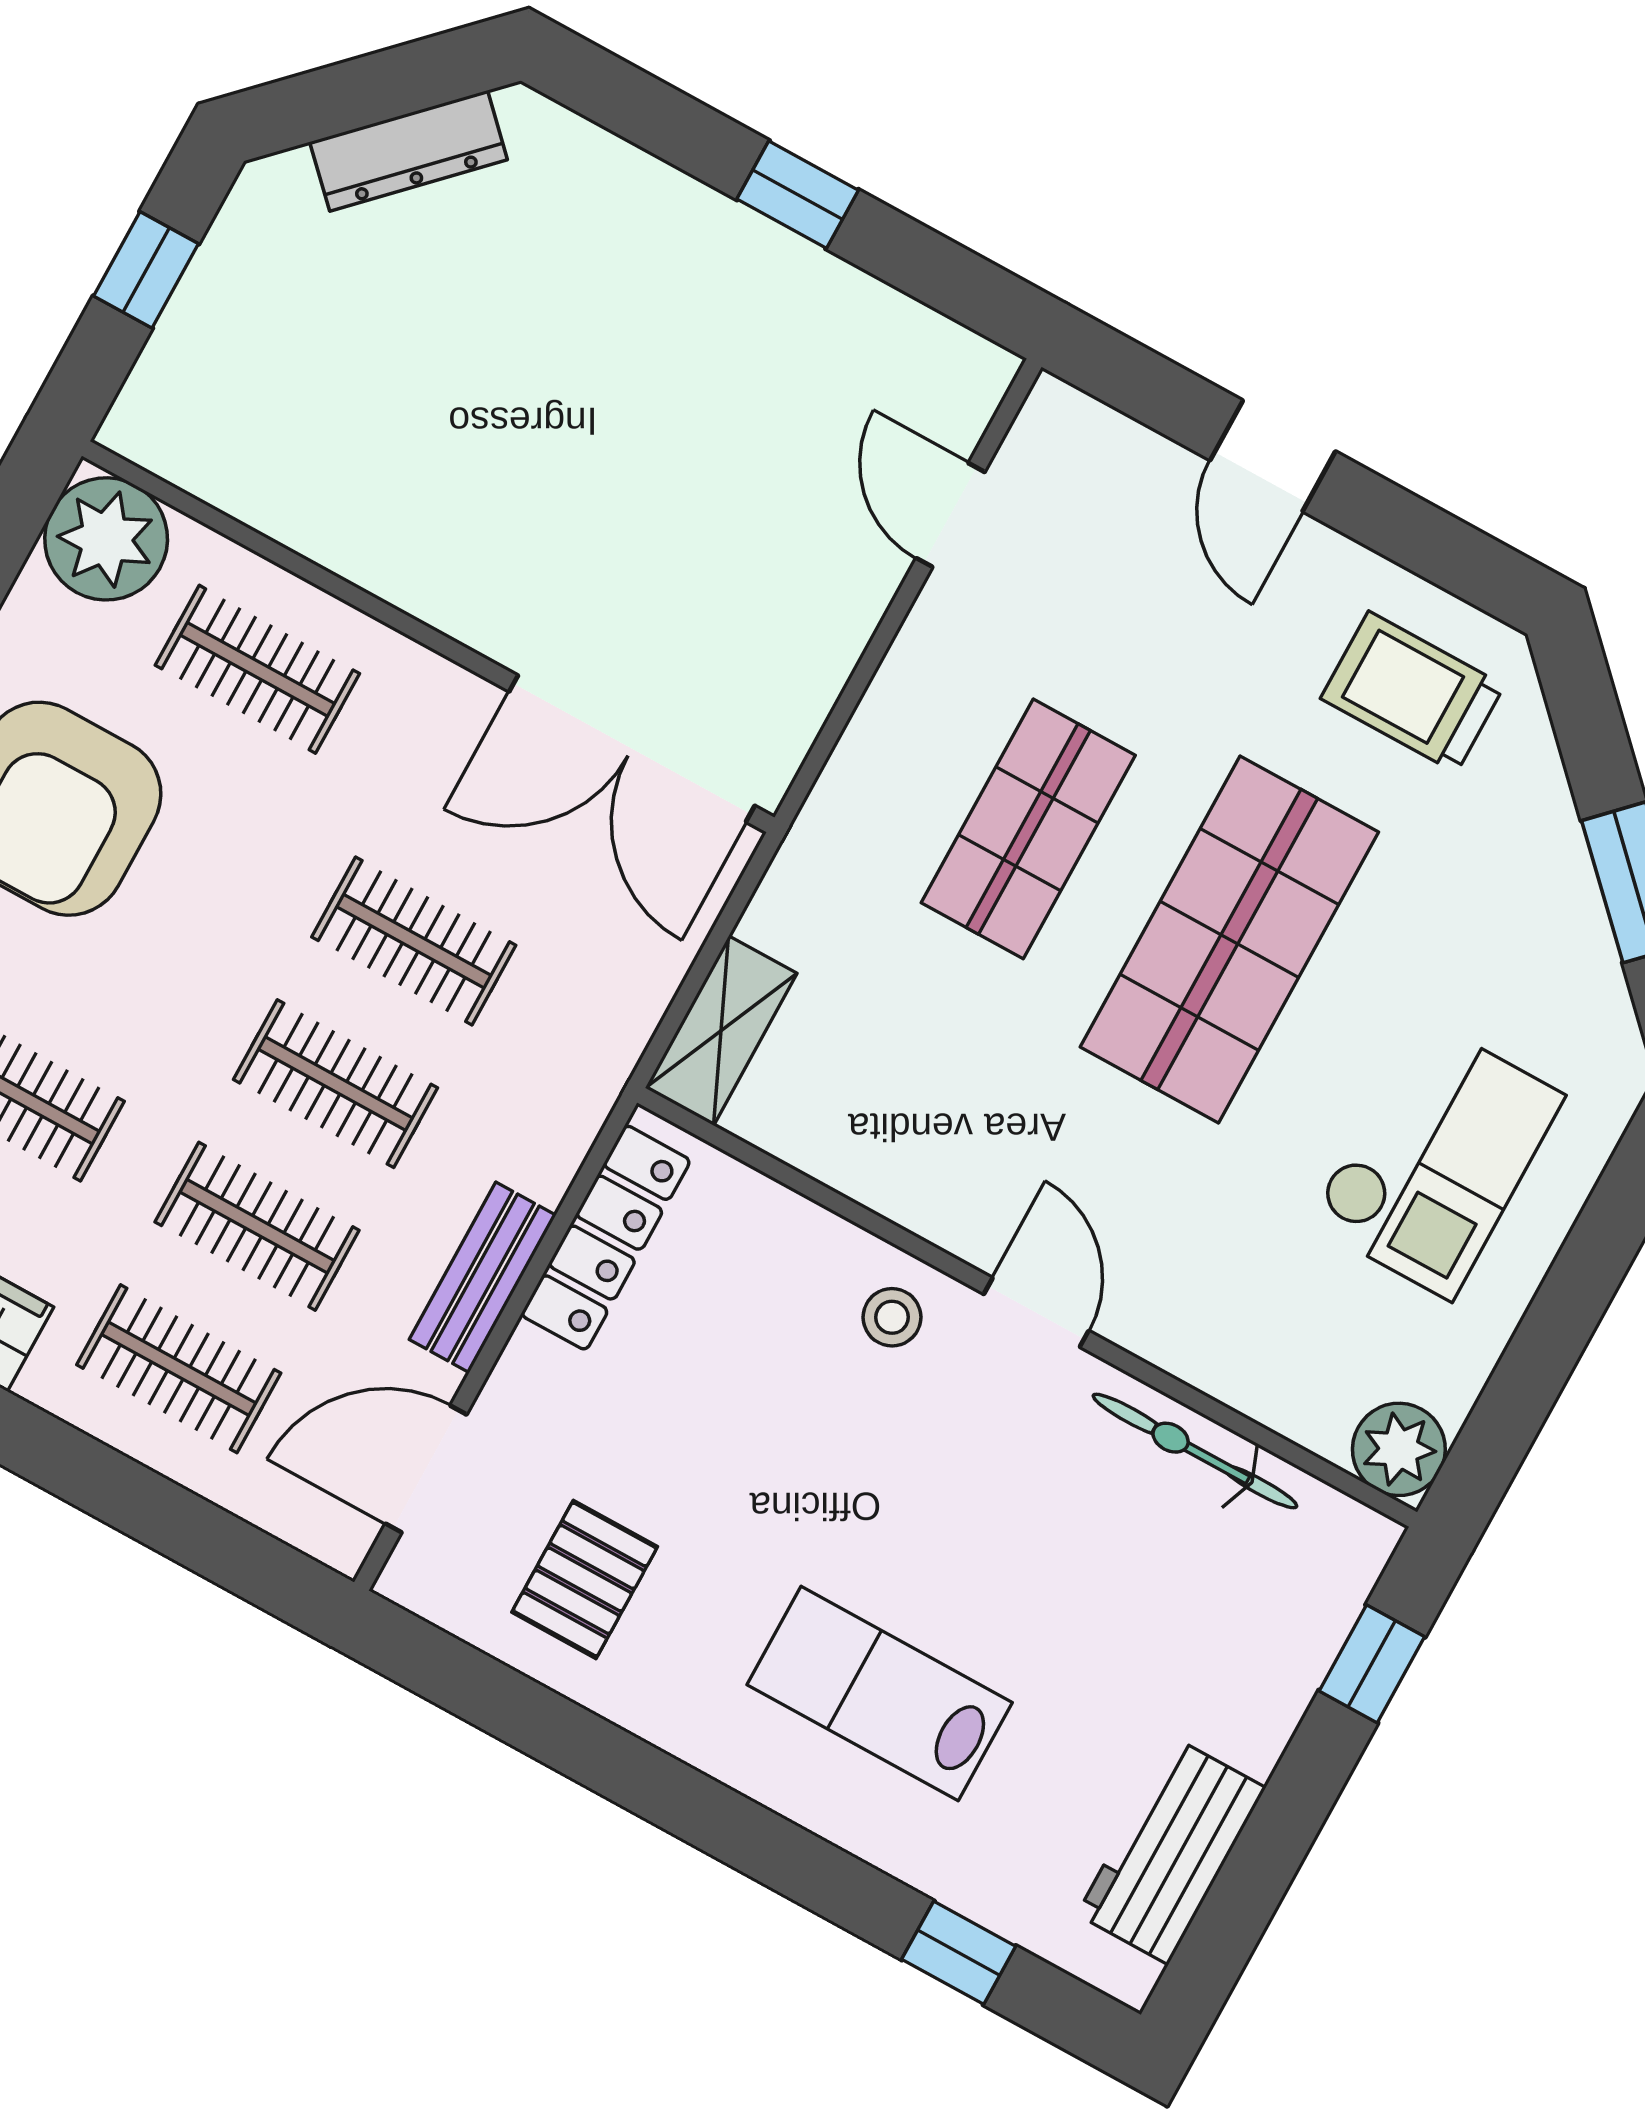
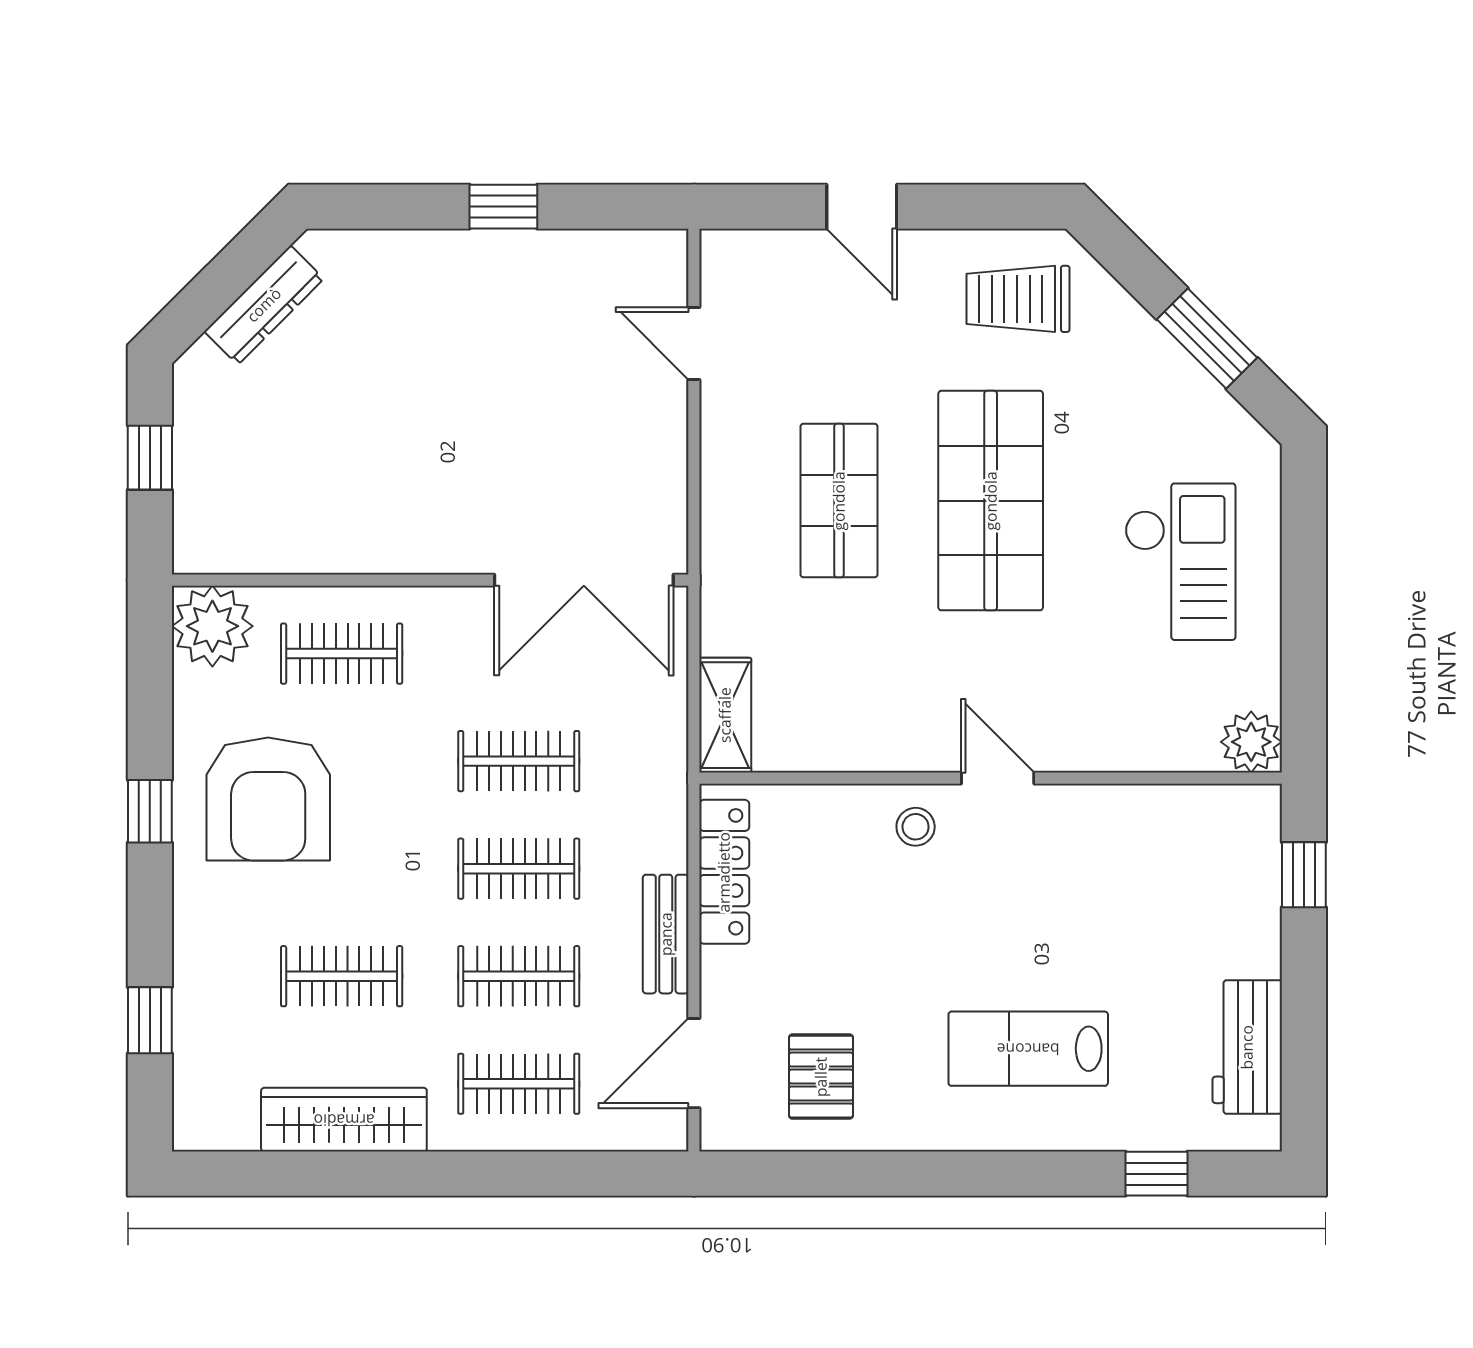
bicycle: (1195, 1451) -> (1134, 808), removed

